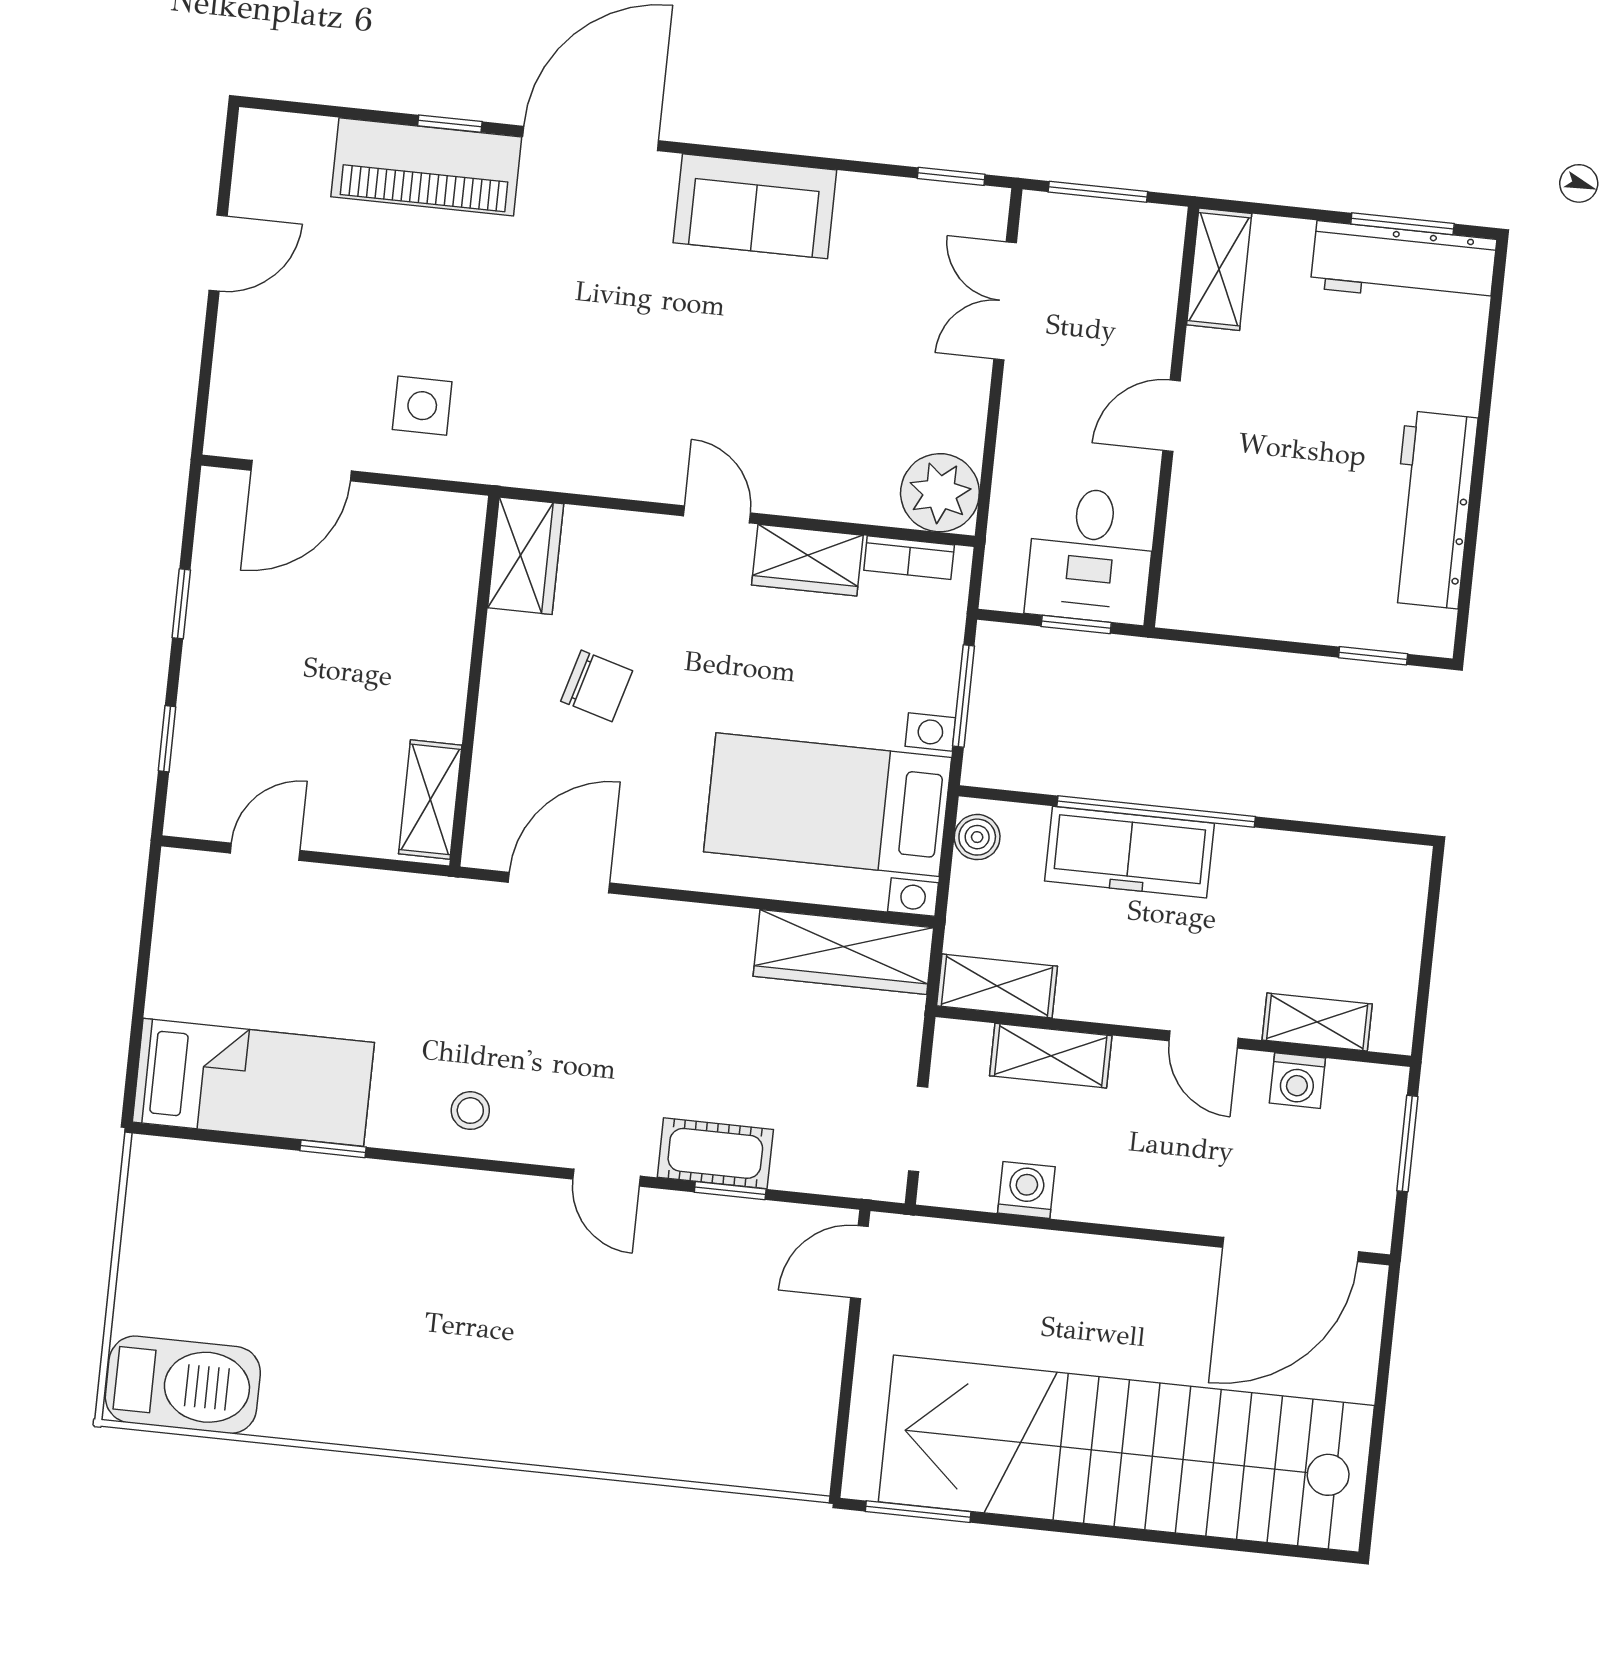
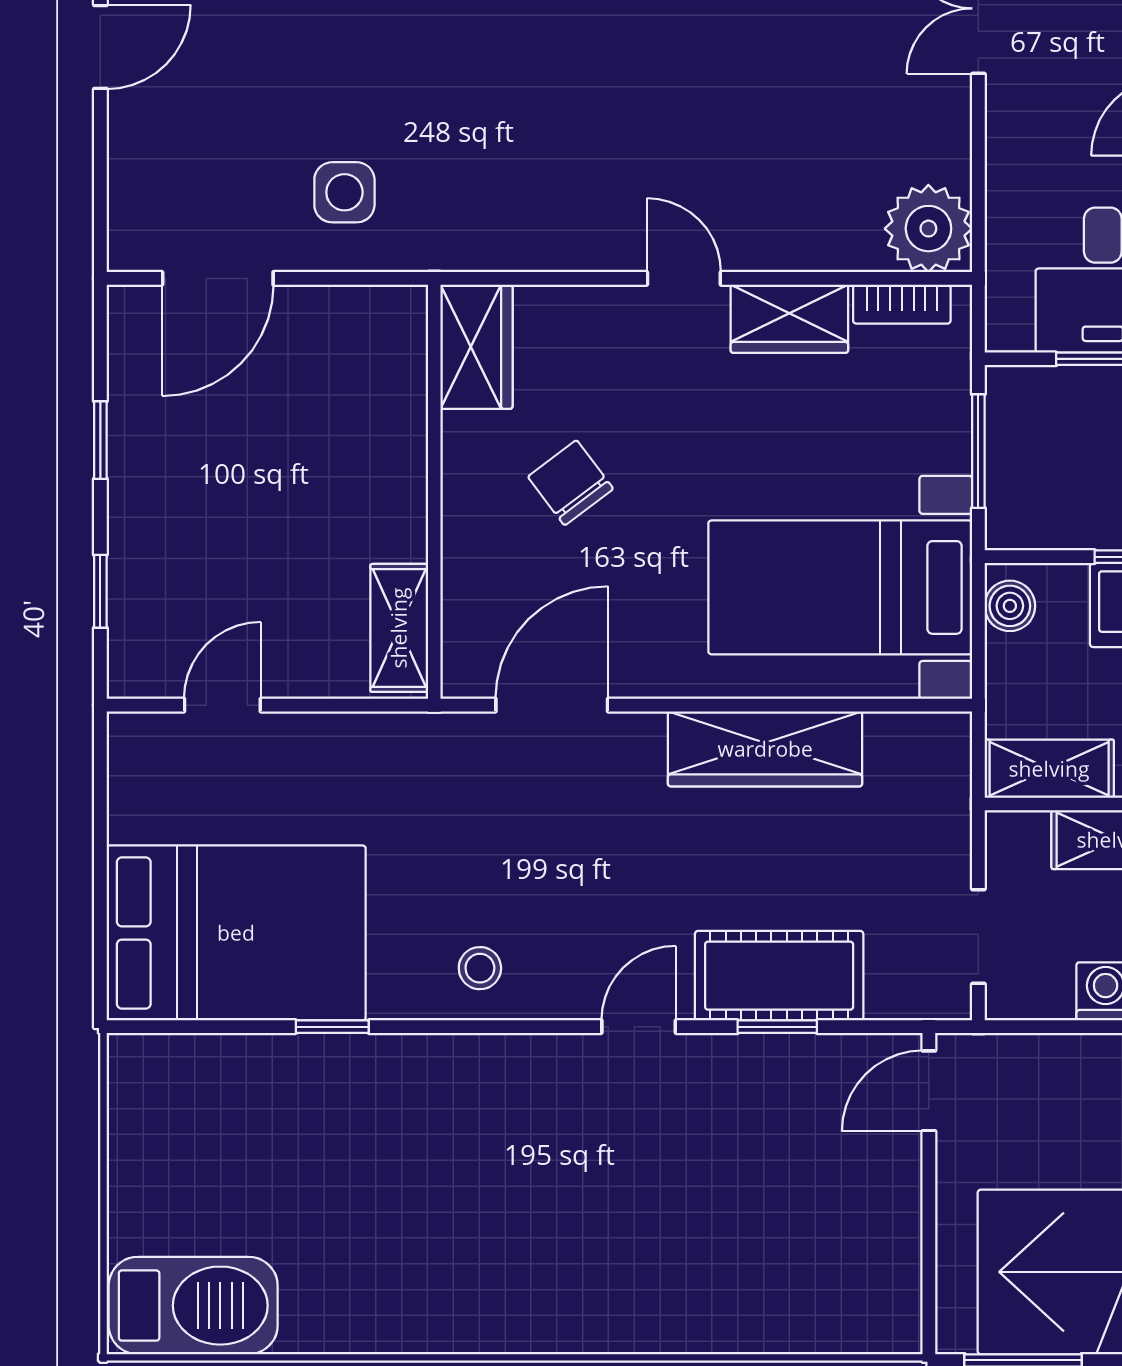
chair: (597, 686) -> (571, 483), turned -143
wardrobe: (843, 952) -> (765, 749), moved
bed: (253, 1082) -> (236, 933), width x1.50
cot: (715, 1153) -> (779, 976), width x1.37, depth x1.34
door: (607, 1178) -> (639, 1027), swing flipped

